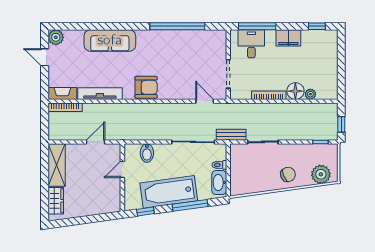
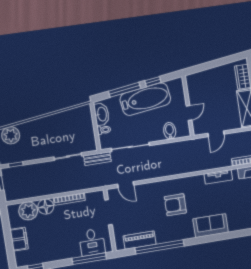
piano: (198, 37) -> (140, 240), added
filing cabinet: (288, 38) -> (19, 239), moved, turned 90
sofa: (110, 40) -> (211, 226), width x0.73
armchair: (146, 87) -> (175, 205), moved
tv unit: (100, 94) -> (218, 177), width x0.71
plant: (310, 94) -> (28, 211), width x1.88, depth x1.88
chair: (288, 174) -> (41, 131), removed
window: (145, 211) -> (153, 82), moved

